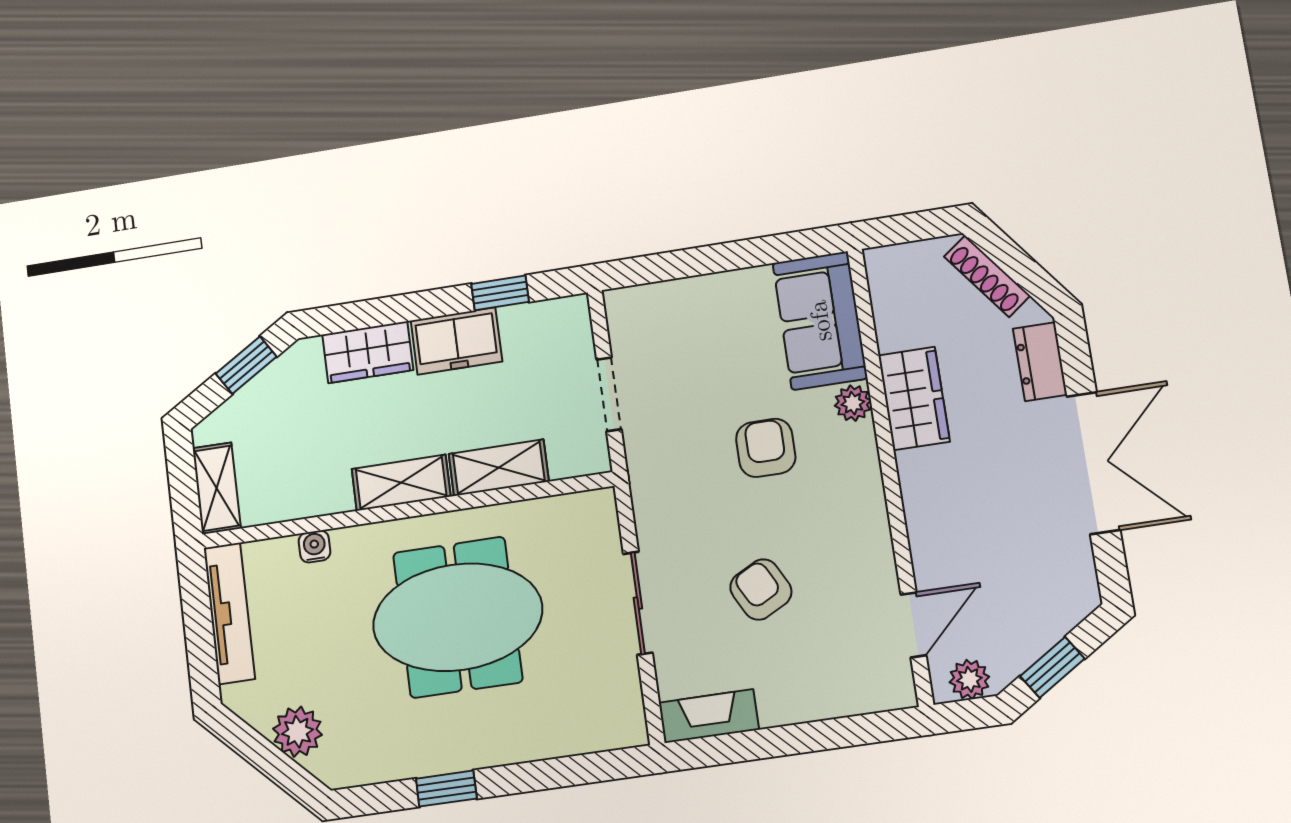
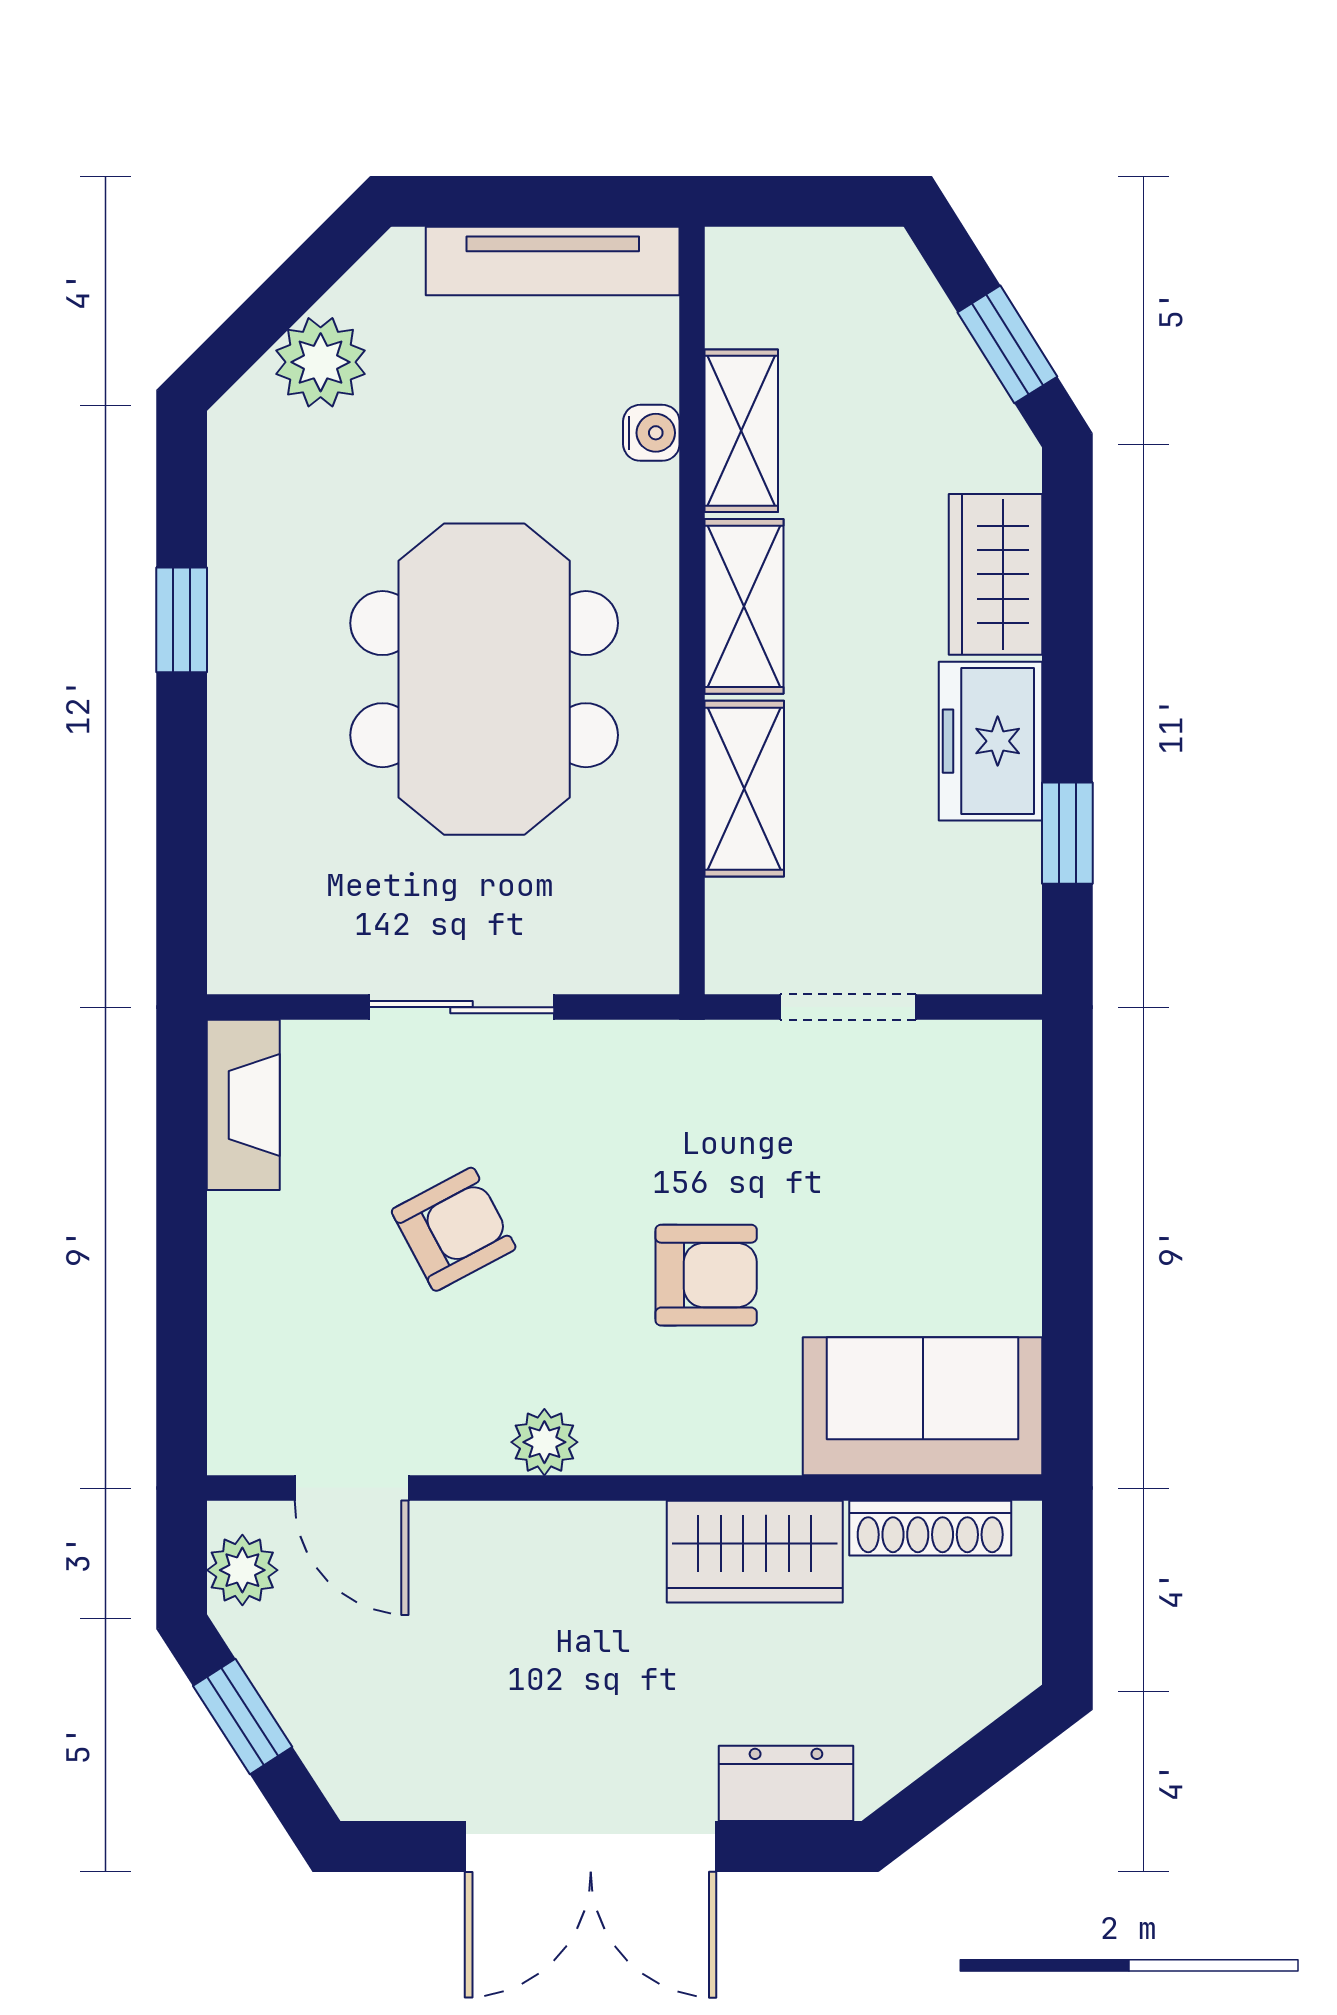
shoe rack: (987, 276) -> (930, 1528), moved, turned -143
plant: (853, 403) -> (544, 1442), moved
shelving: (217, 488) -> (741, 431), moved, turned 90

